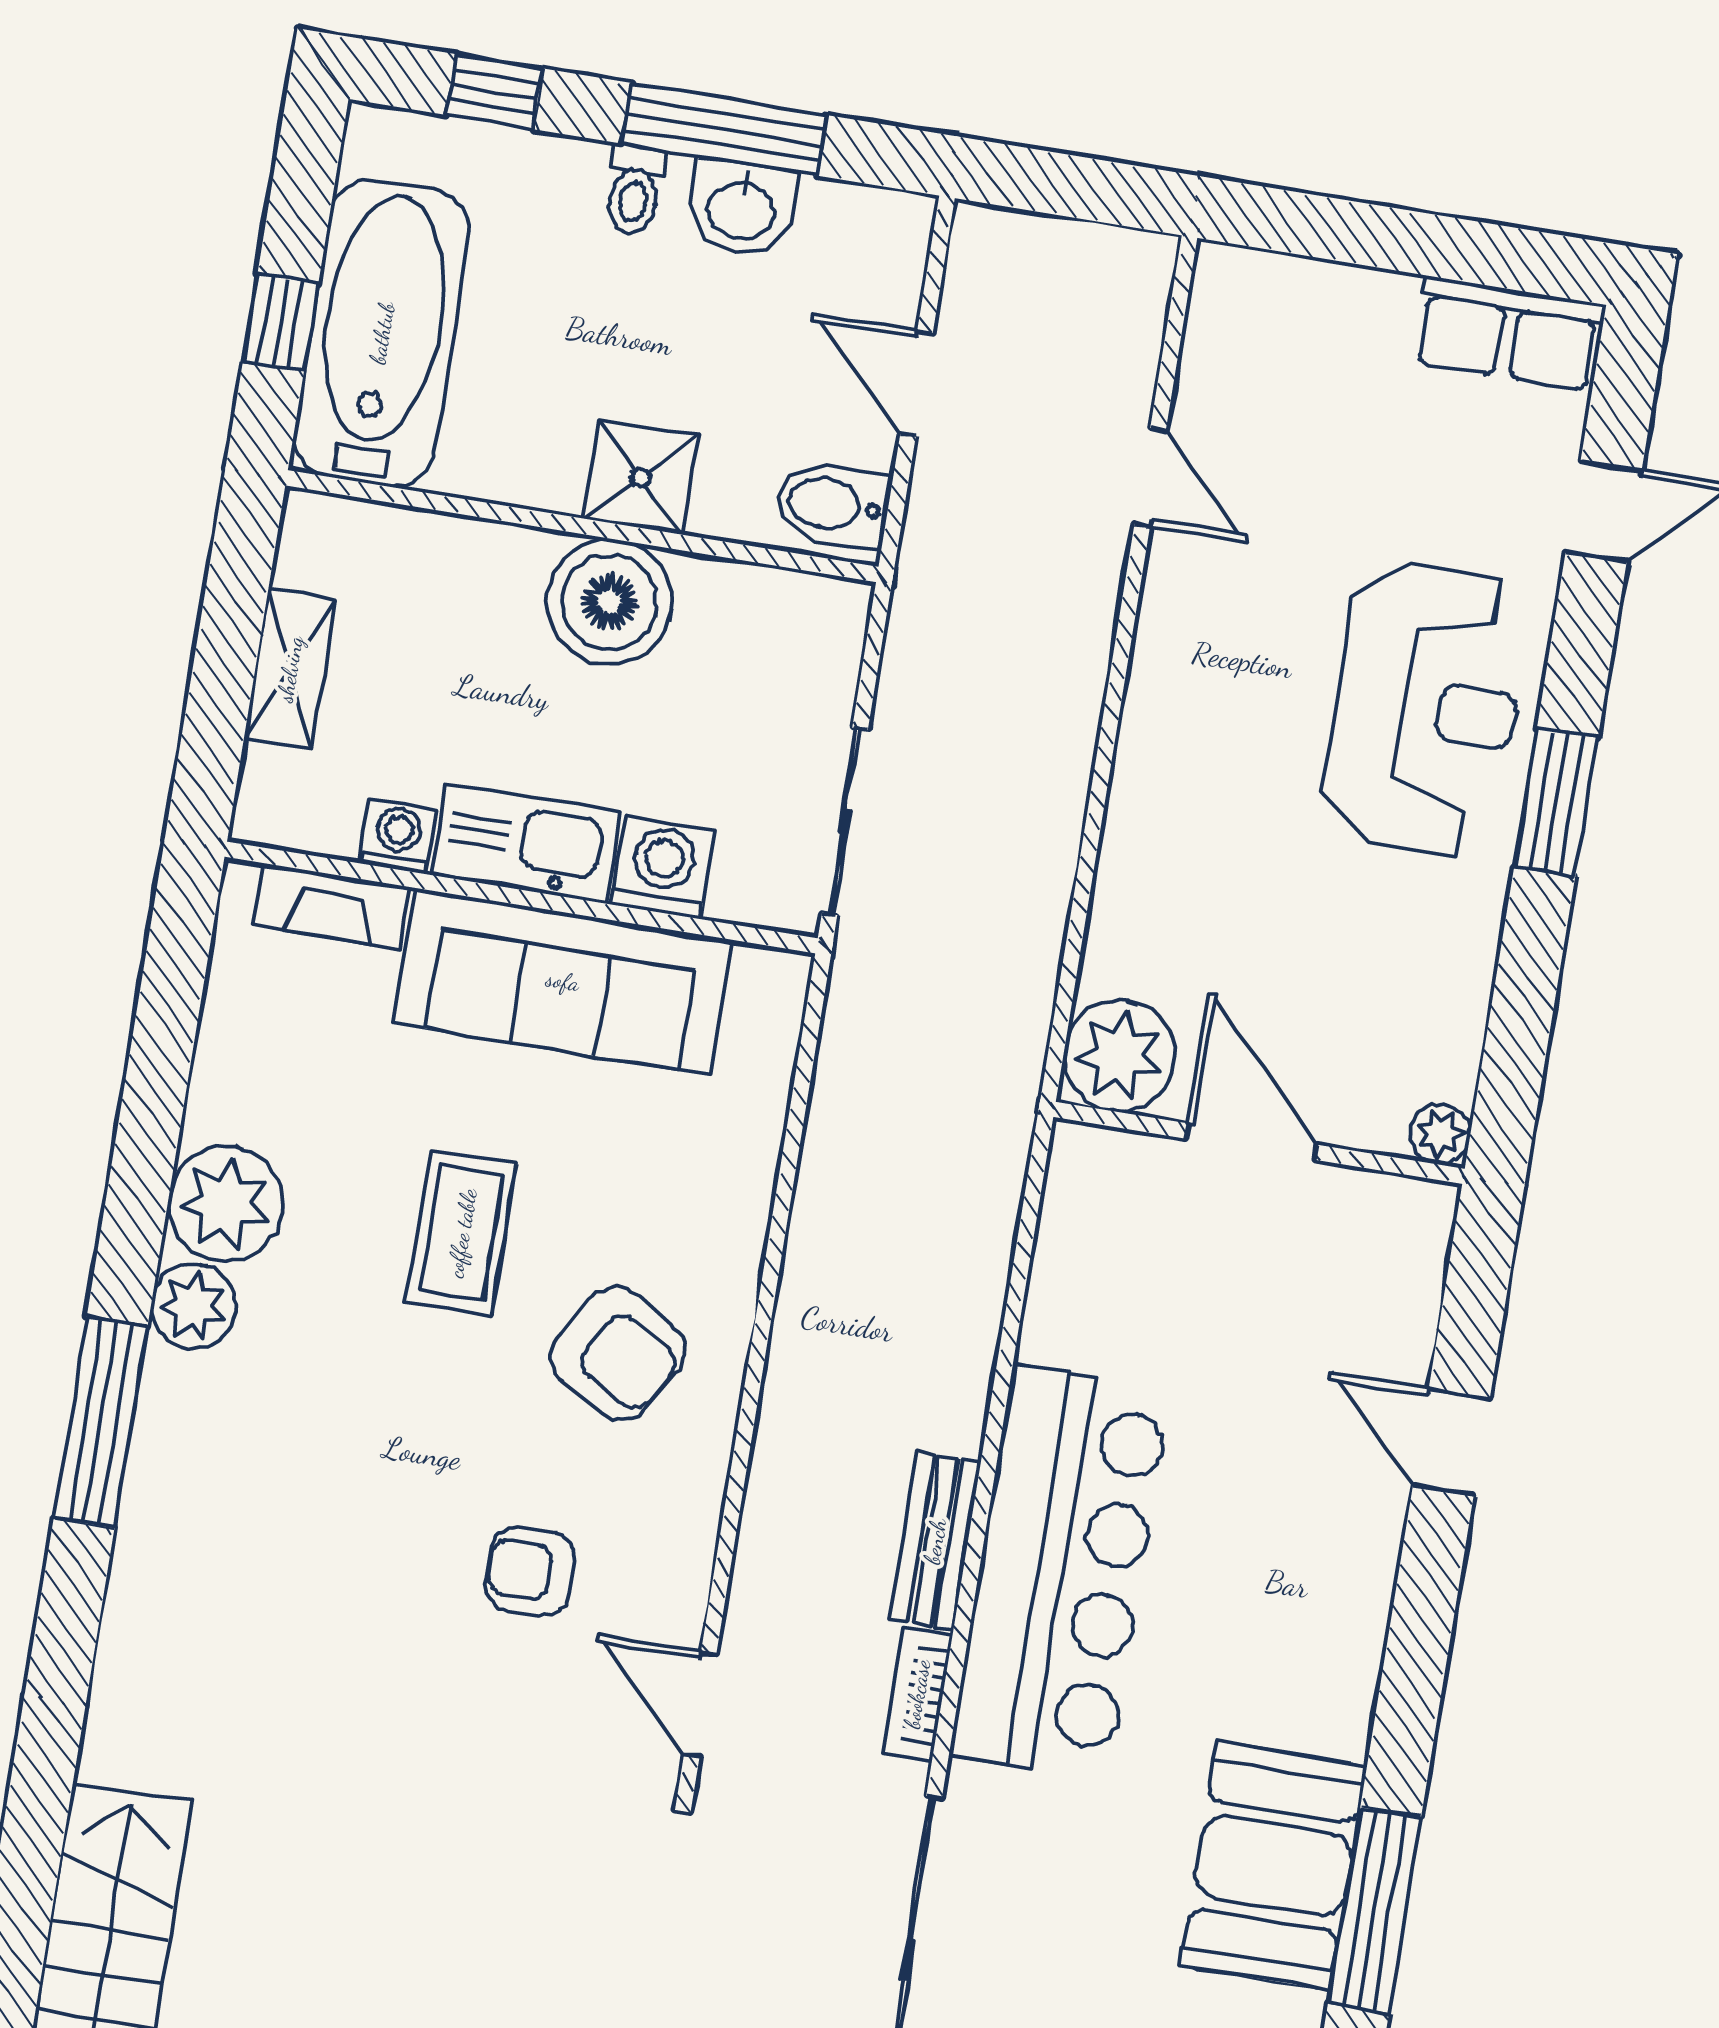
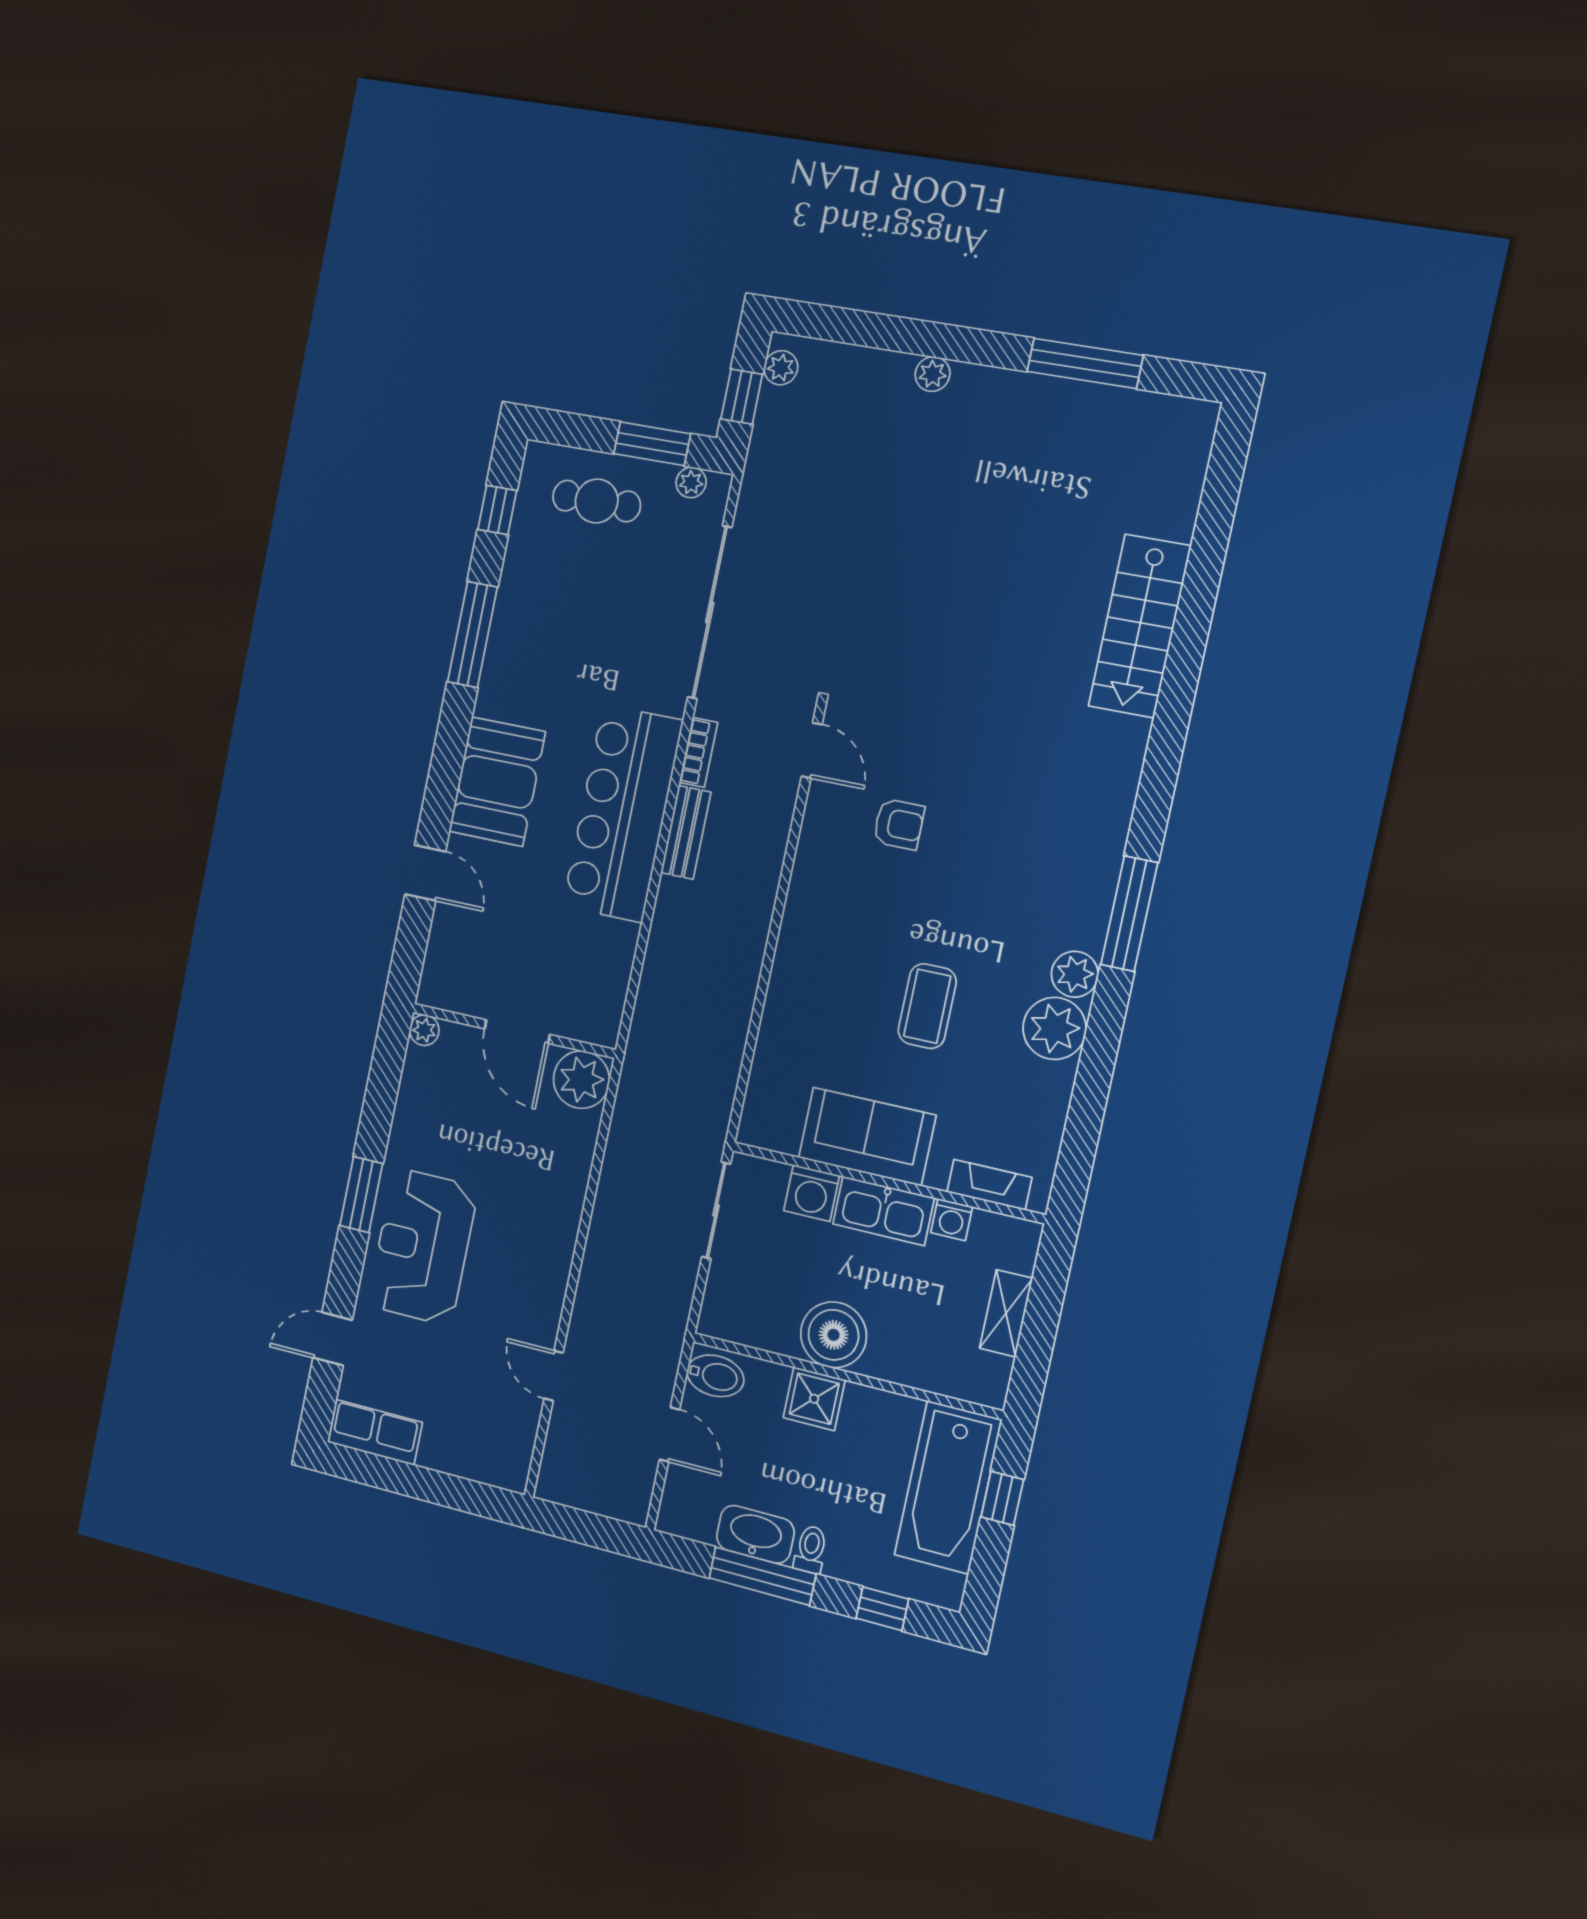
washbasin: (742, 208) -> (755, 1534), width x1.38
sofa: (563, 981) -> (867, 1136), width x0.73
armchair: (618, 1353) -> (847, 938), removed
booth: (1274, 1866) -> (497, 782), moved

